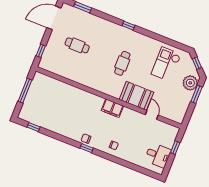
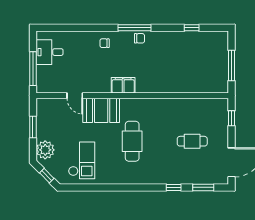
window: (128, 26) -> (174, 187), moved
cafe table: (122, 63) -> (132, 141), width x1.37, depth x1.35
window: (196, 94) -> (33, 127), moved
window: (34, 127) -> (192, 28), moved
window: (87, 148) -> (134, 28), width x2.17
window: (175, 148) -> (33, 69), width x2.17

